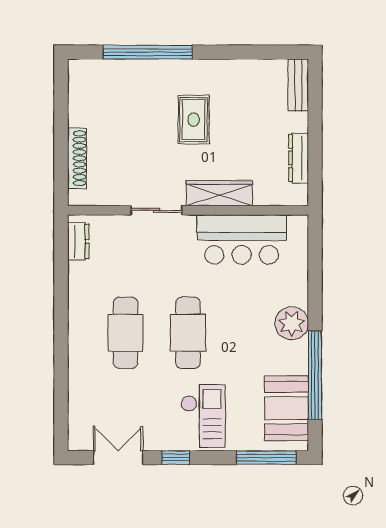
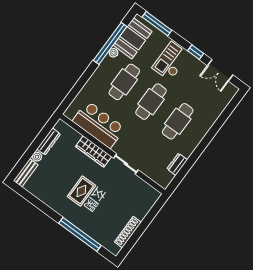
plant: (299, 122) -> (37, 157), added
shoe rack: (77, 158) -> (128, 232), moved
dresser: (78, 241) -> (177, 164), moved
plant: (292, 323) -> (113, 53), moved, width x0.53, depth x0.53
cafe table: (250, 333) -> (124, 82), added

